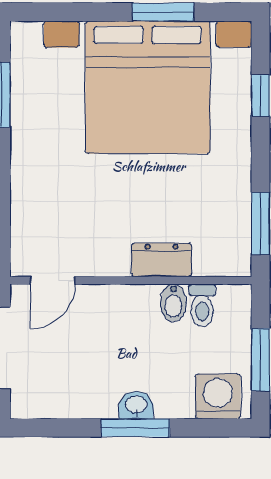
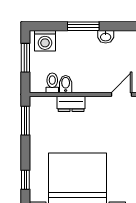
washbasin: (136, 405) -> (106, 37), moved

